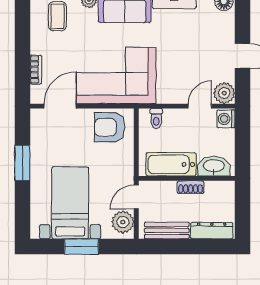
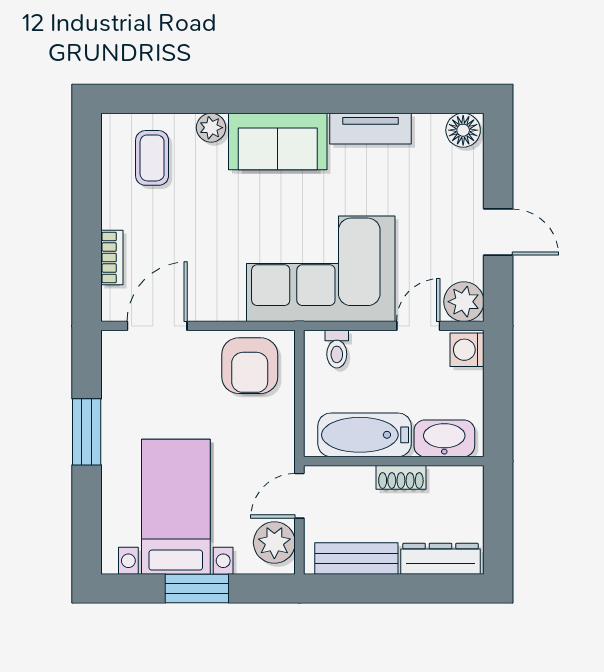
corner sofa: (116, 75) -> (321, 269), moved
armchair: (110, 127) -> (250, 366), turned -90

